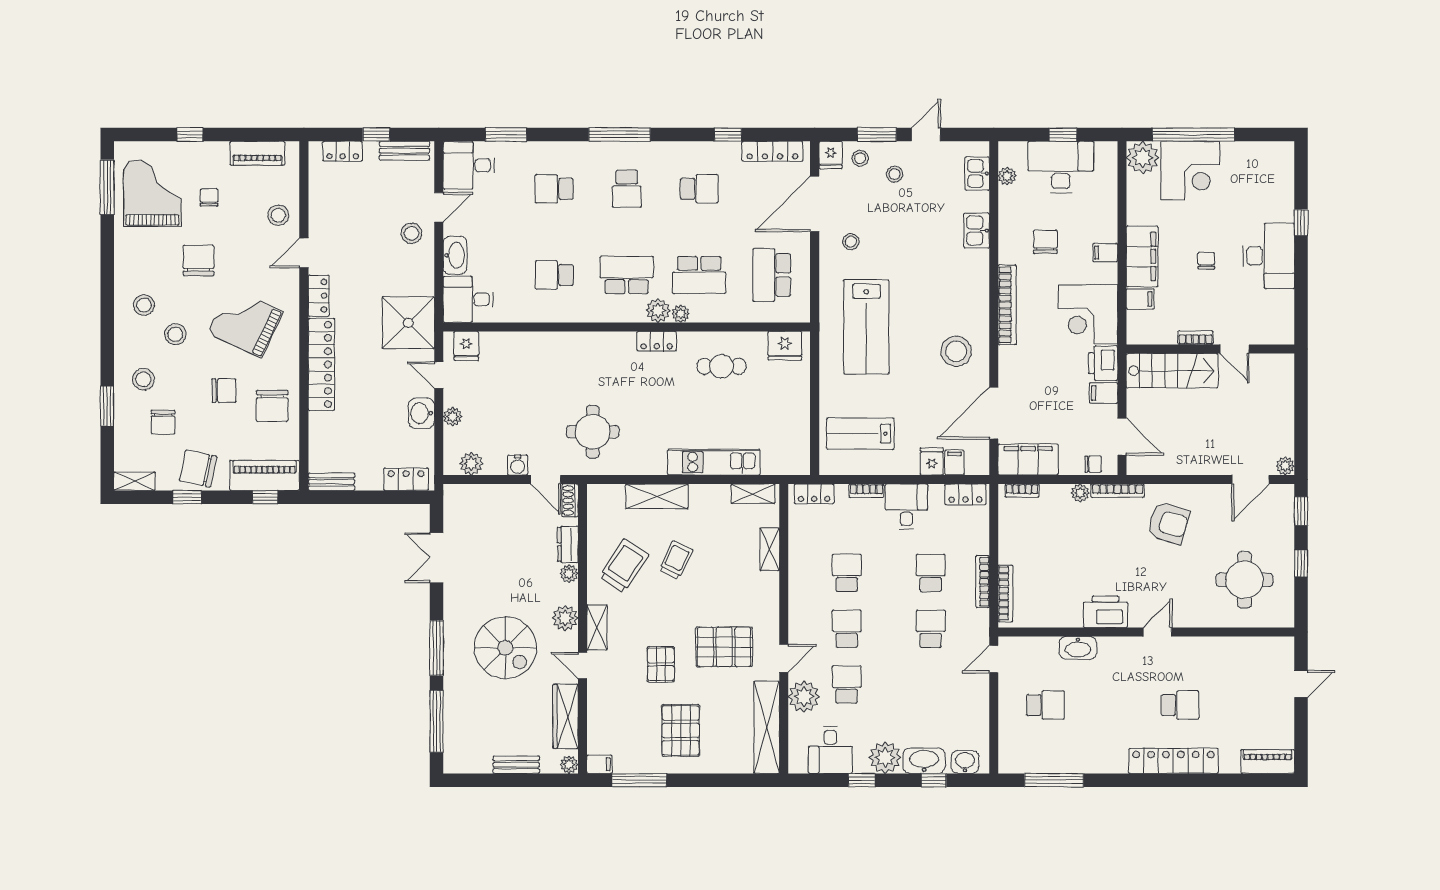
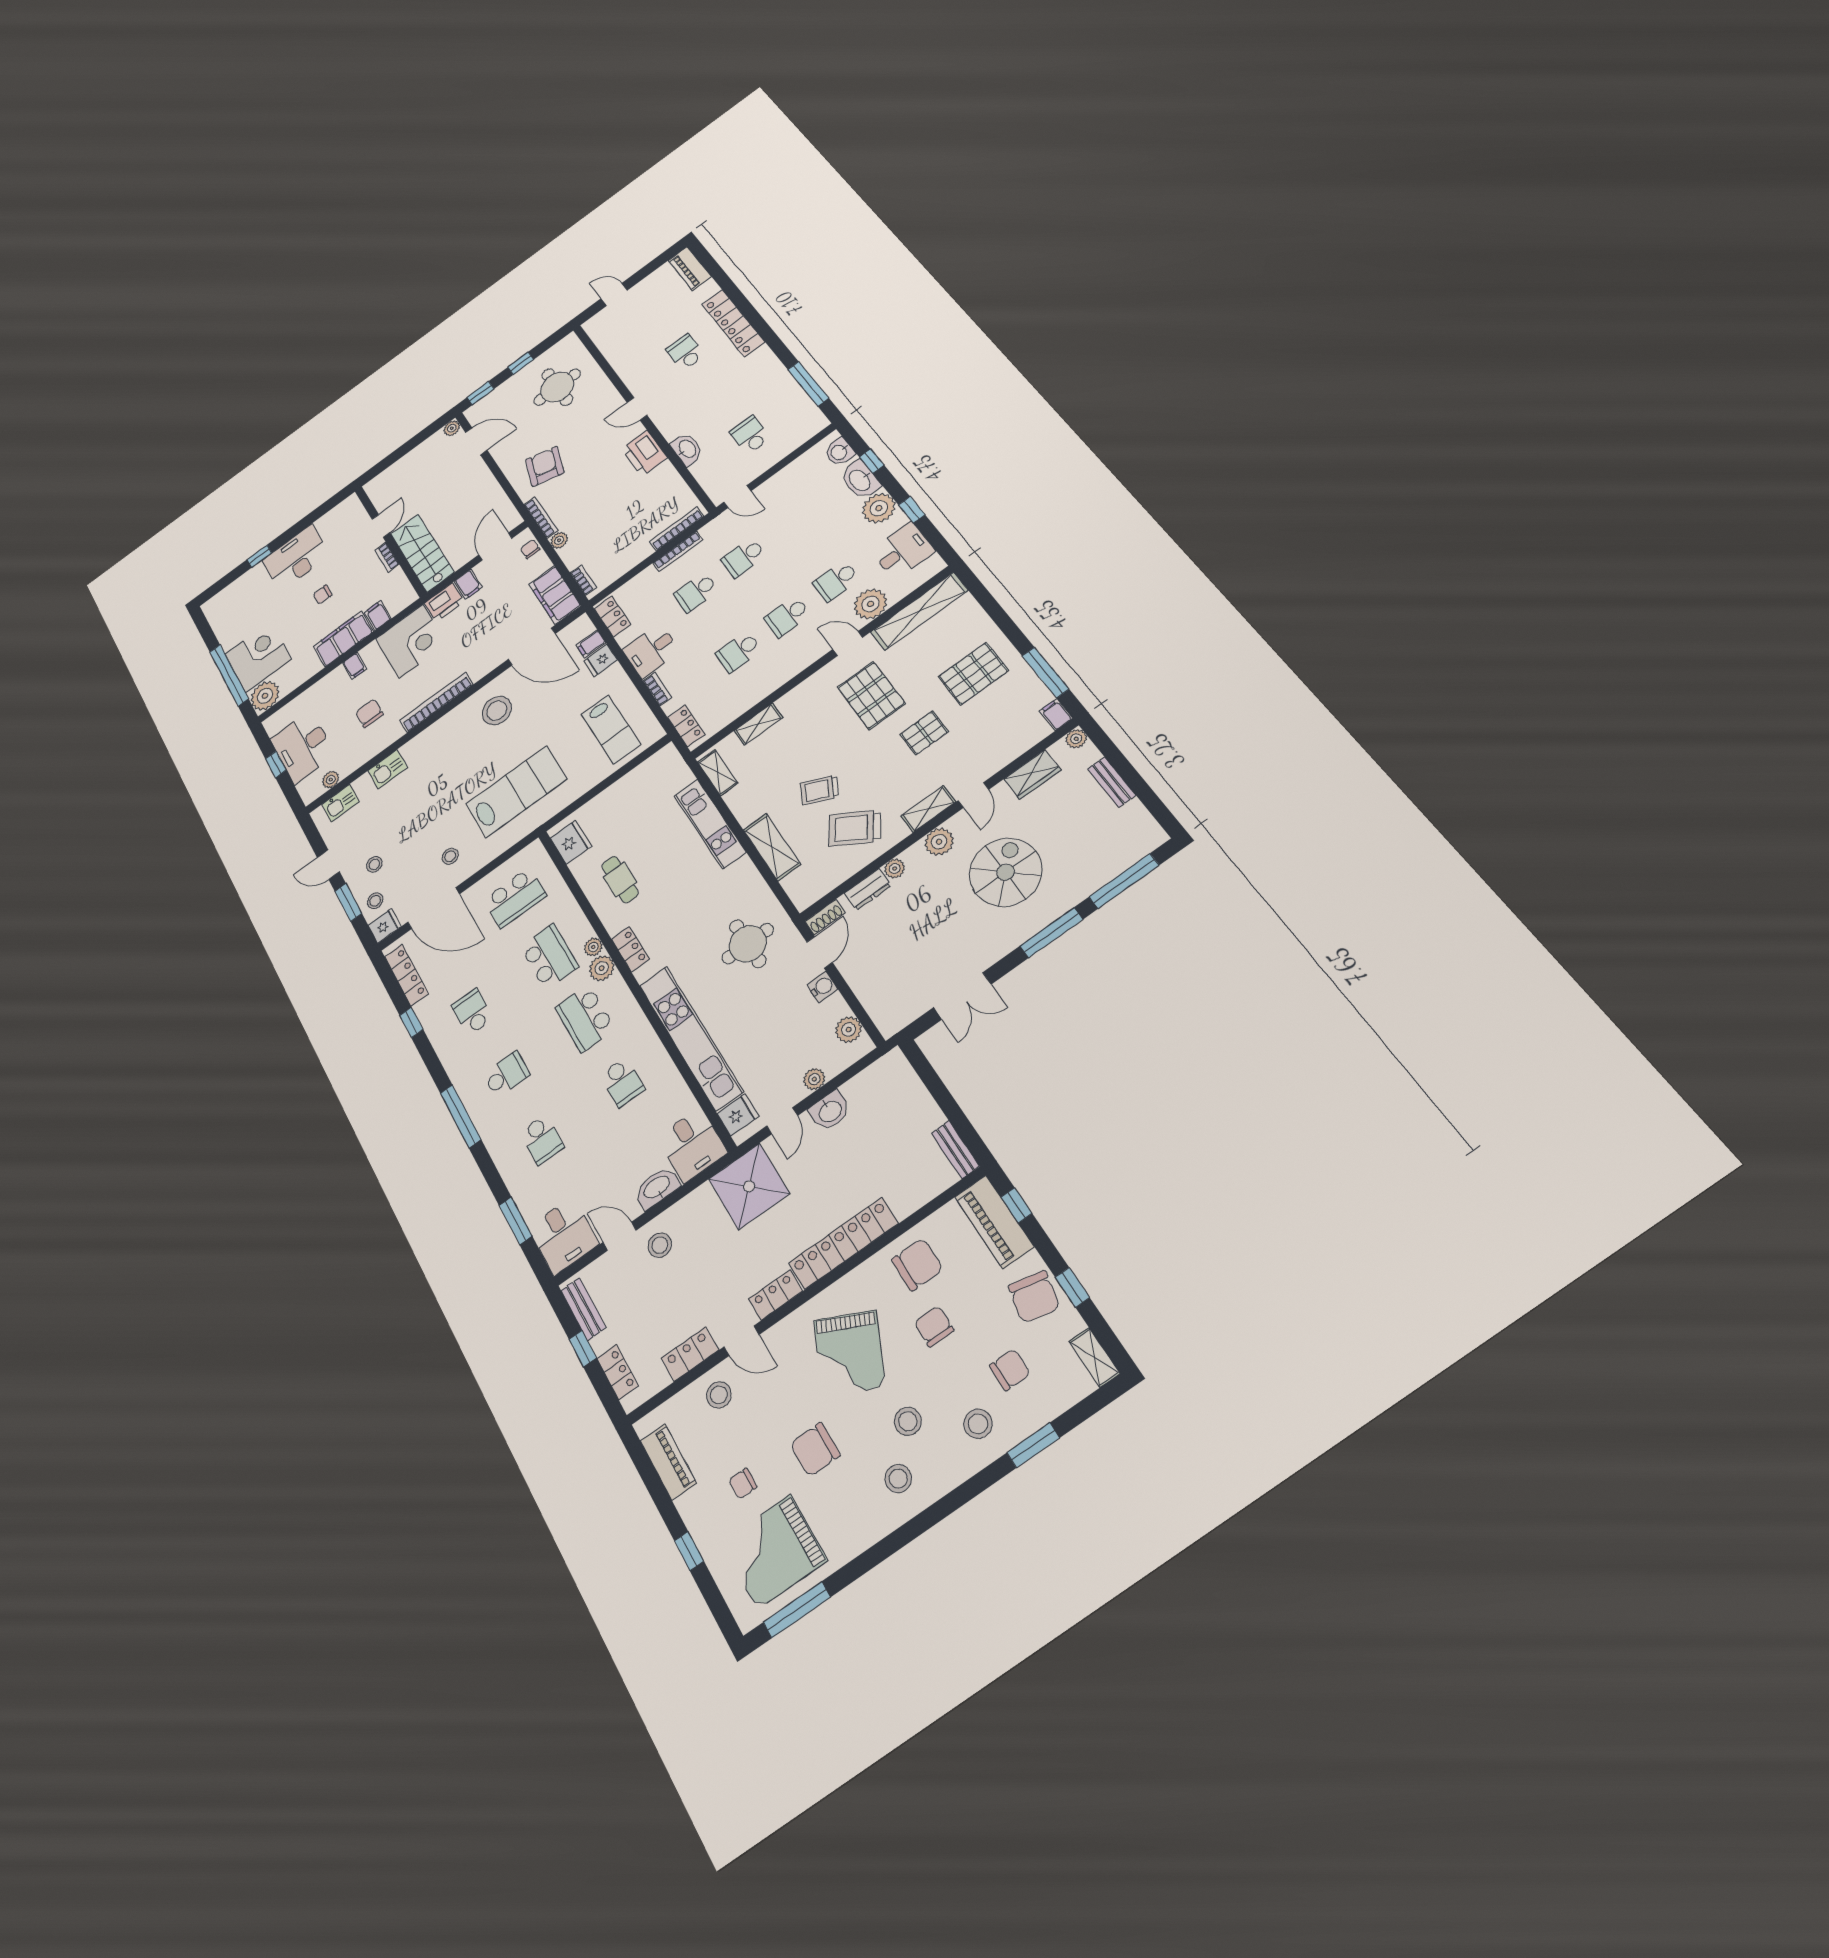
chair: (1045, 242) -> (369, 713), turned 90
kitchen unit: (551, 346) -> (691, 1038), added
locker: (406, 479) -> (690, 1354), moved, turned 90
wardrobe: (566, 716) -> (1032, 774), width x0.67

